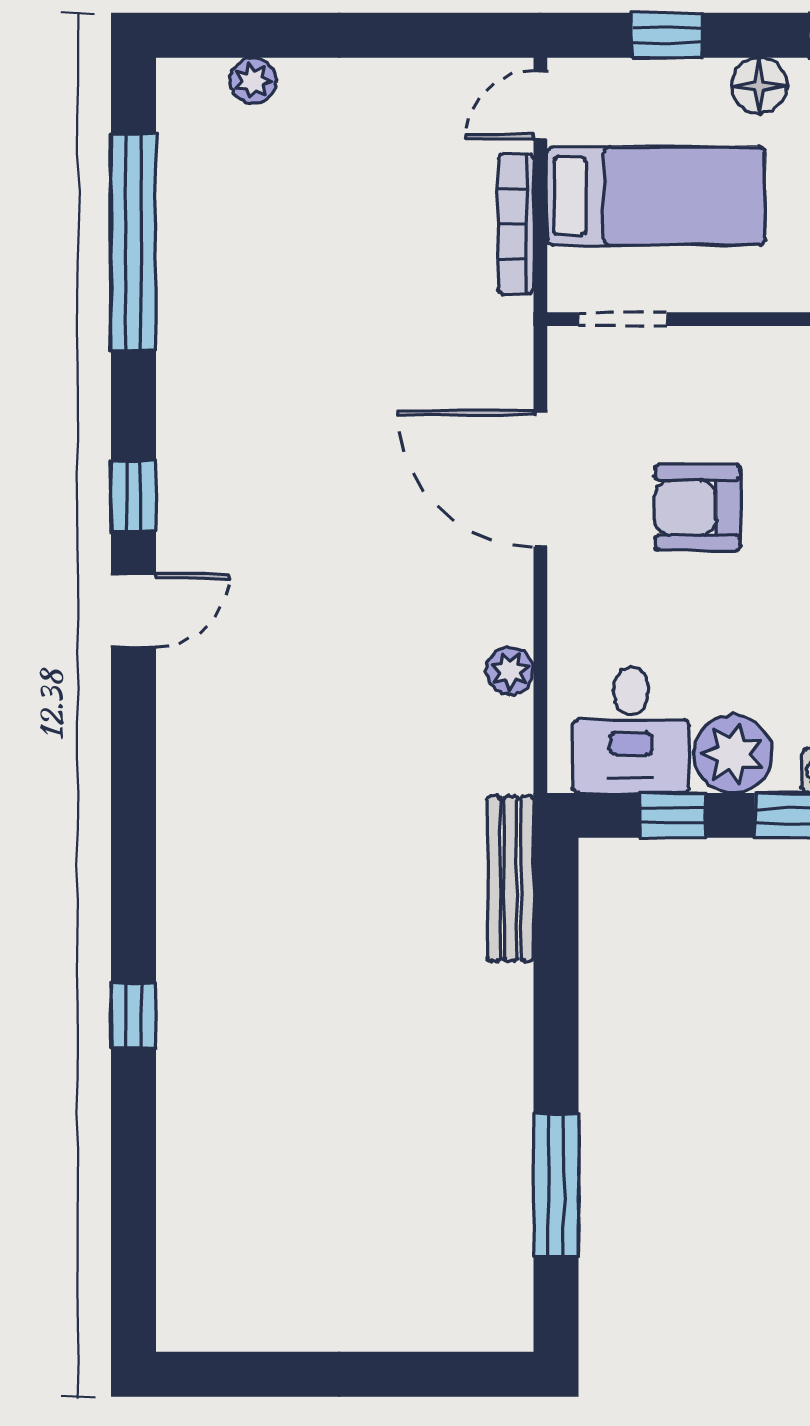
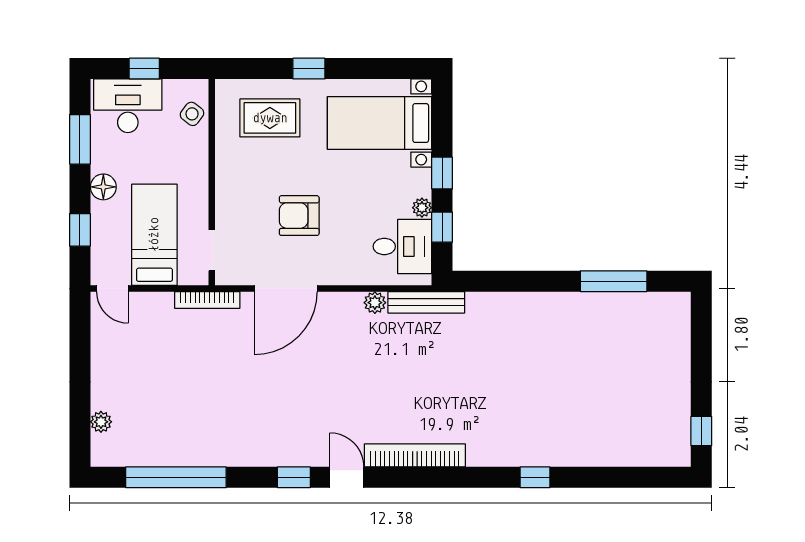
bookcase: (516, 224) -> (207, 300), moved
armchair: (697, 508) -> (299, 216), turned 90
plant: (733, 754) -> (422, 208), width x0.53, depth x0.53
bookcase: (181, 757) -> (415, 455), added
bench: (511, 879) -> (426, 302), moved
window: (233, 1374) -> (701, 431), added

